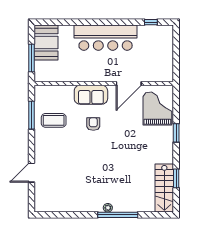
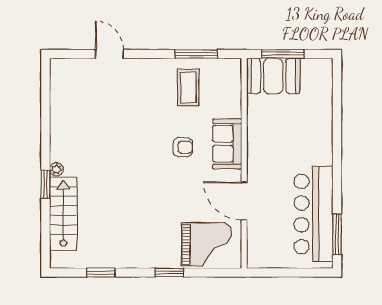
window: (151, 22) -> (337, 234), width x2.17
bar counter: (106, 38) -> (313, 214), moved
booth: (46, 42) -> (273, 76), moved
stairs: (164, 188) -> (63, 214), moved, turned 90
window: (118, 215) -> (45, 184), width x0.47

